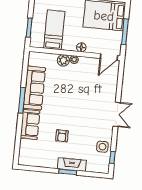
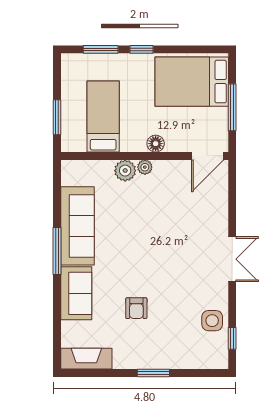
fireplace: (72, 165) -> (86, 359), moved

